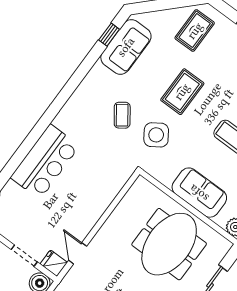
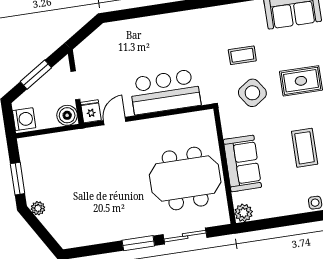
coffee table: (122, 115) -> (242, 55), turned 36
bar counter: (45, 162) -> (165, 92), moved, turned 180

